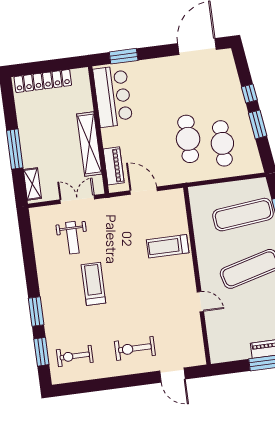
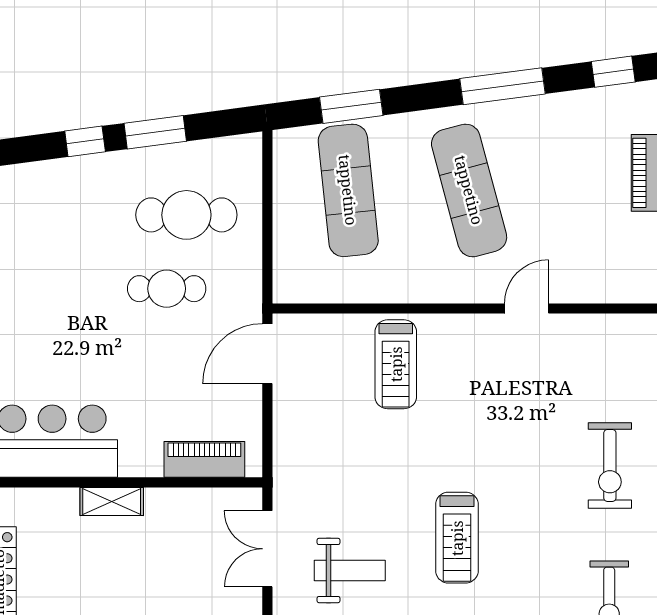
cafe table: (188, 139) -> (167, 289), width x0.73, depth x0.74
shelving: (89, 144) -> (112, 502), width x0.45, depth x0.75
door: (144, 191) -> (267, 354), moved
treadmill: (93, 284) -> (457, 538), turned -90

